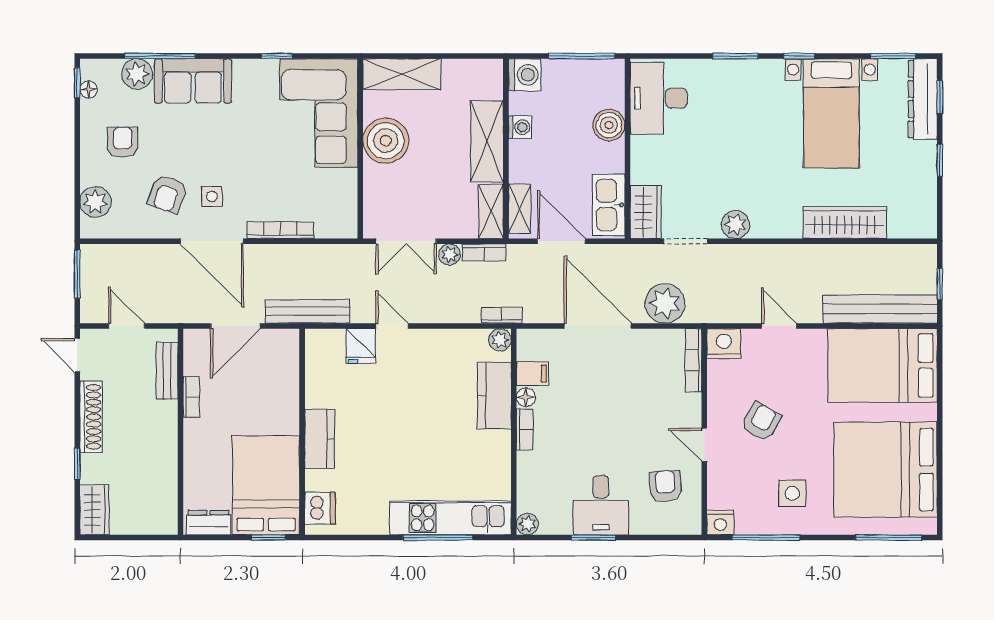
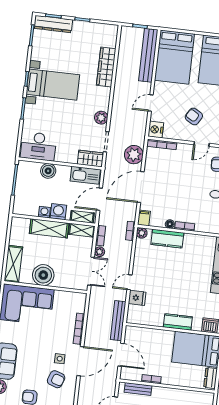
washing machine: (525, 75) -> (58, 212), moved
bed with nightstands: (831, 113) -> (53, 85), moved
filing cabinet: (533, 374) -> (144, 218), moved

